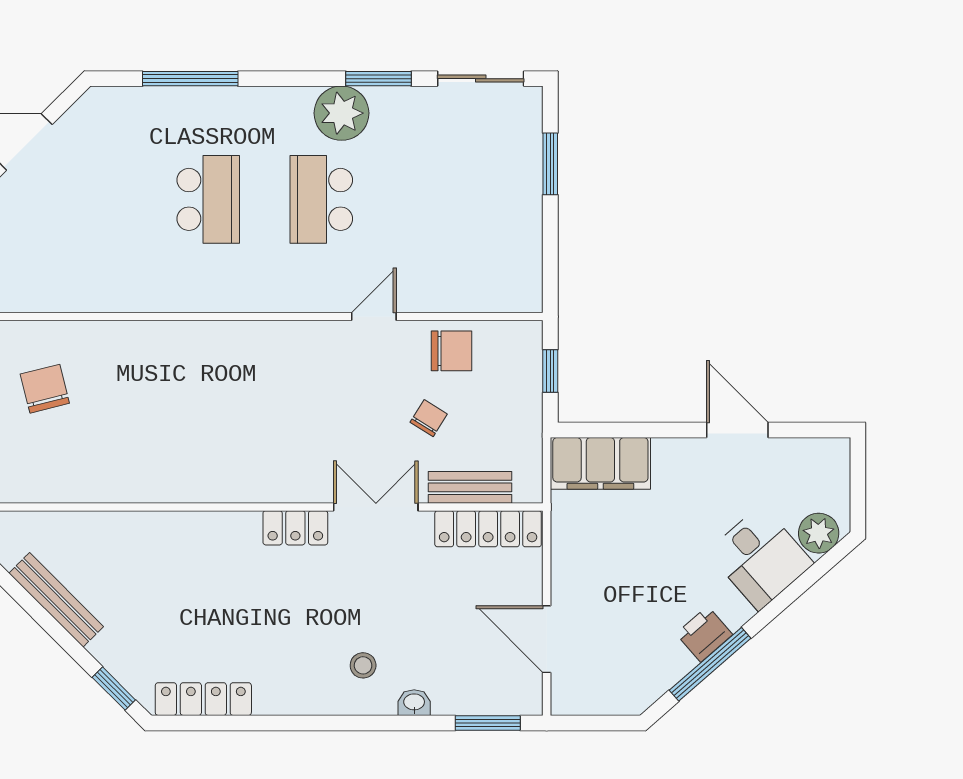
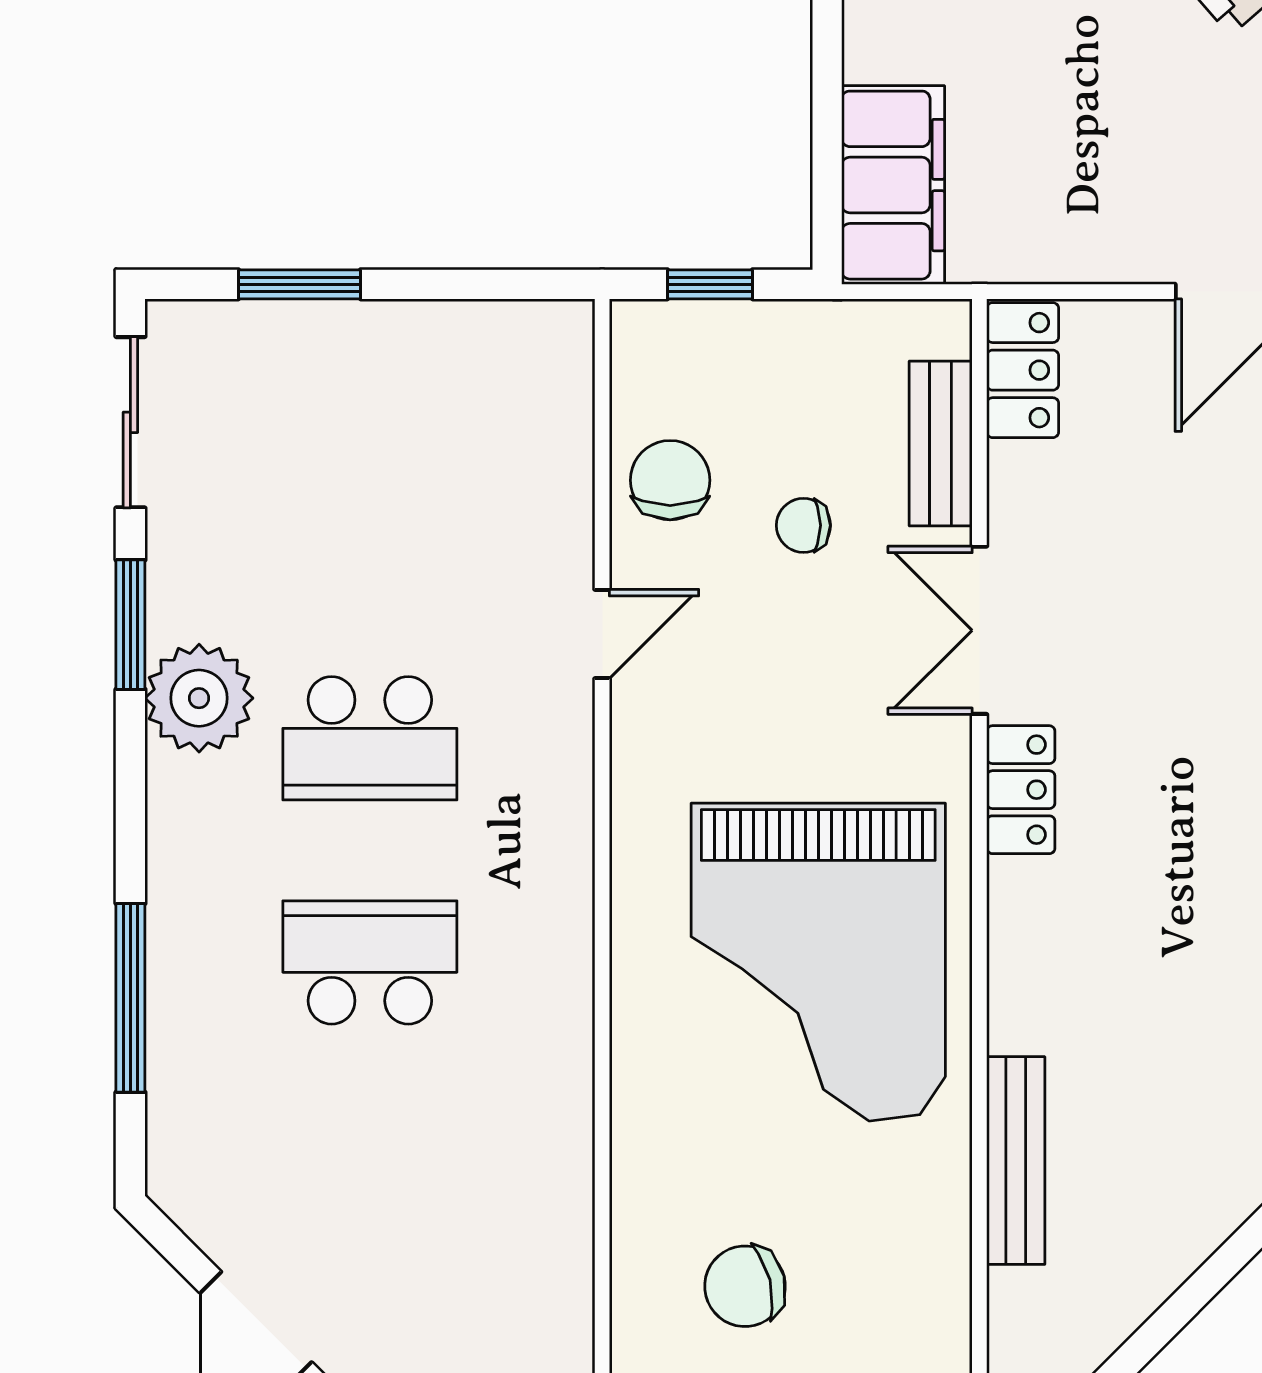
door: (374, 317) -> (602, 634), swing flipped
chair: (429, 418) -> (803, 525), turned -32
grand piano: (208, 426) -> (818, 962), added
locker: (488, 529) -> (1023, 370), width x0.66
bench: (56, 600) -> (1016, 1161), moved, turned -45

